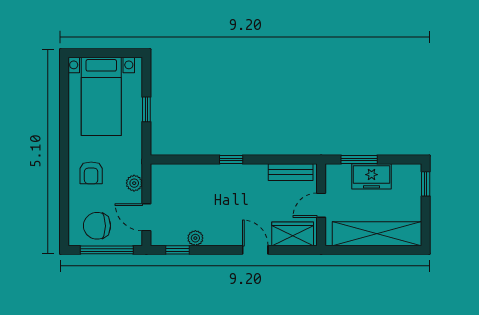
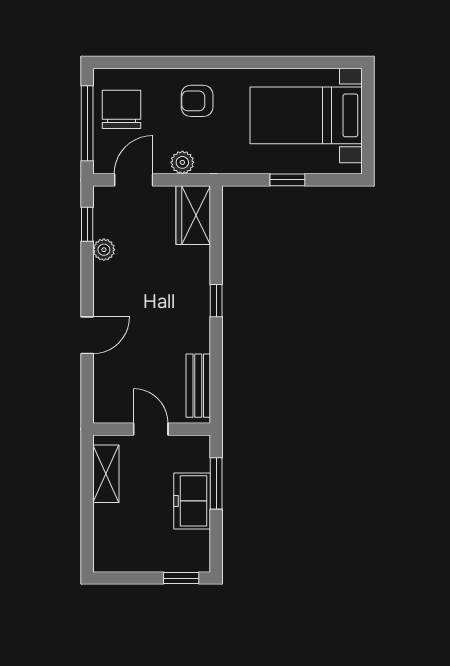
wardrobe: (293, 234) -> (193, 215), moved, turned 180
shelving: (377, 234) -> (106, 474), width x0.45, depth x0.75

